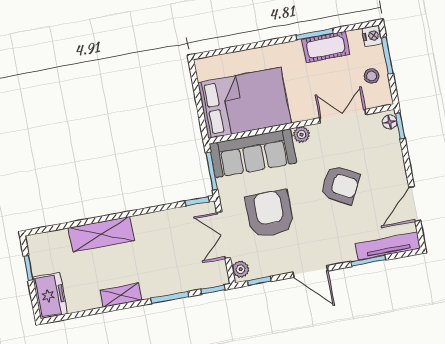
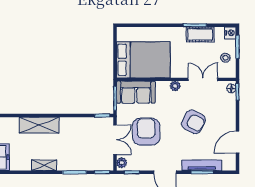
sofa: (253, 153) -> (136, 92), width x0.73
double door: (223, 235) -> (115, 140), swing flipped
tv unit: (388, 246) -> (202, 165), moved

